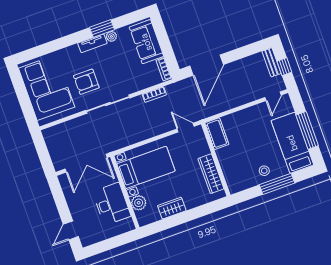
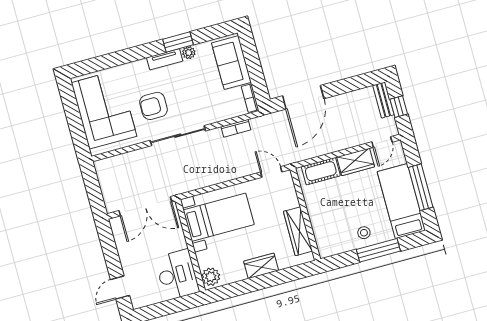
wardrobe: (253, 114) -> (356, 162), added
cot: (217, 134) -> (321, 171), moved, turned 90
plant: (139, 203) -> (211, 277), moved
desk: (112, 204) -> (177, 275), moved
wardrobe: (172, 208) -> (261, 266), moved

